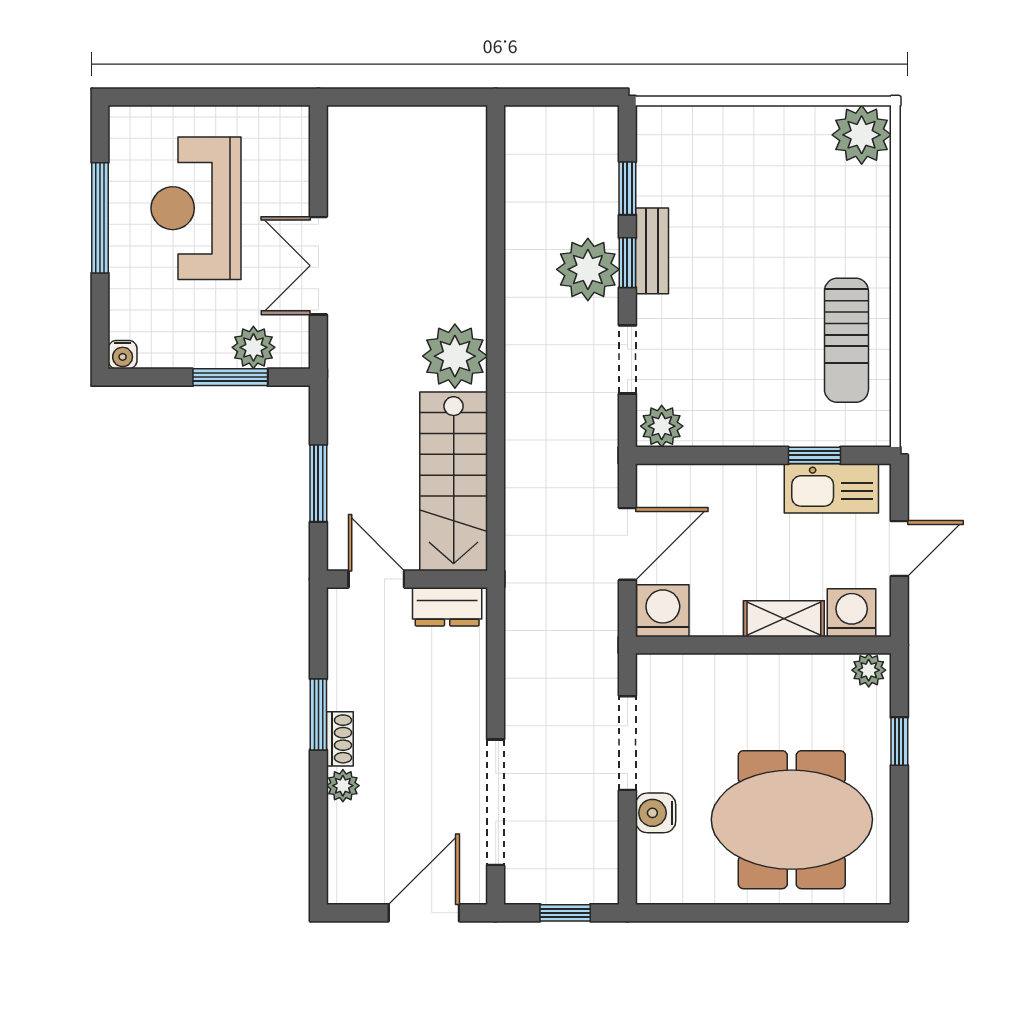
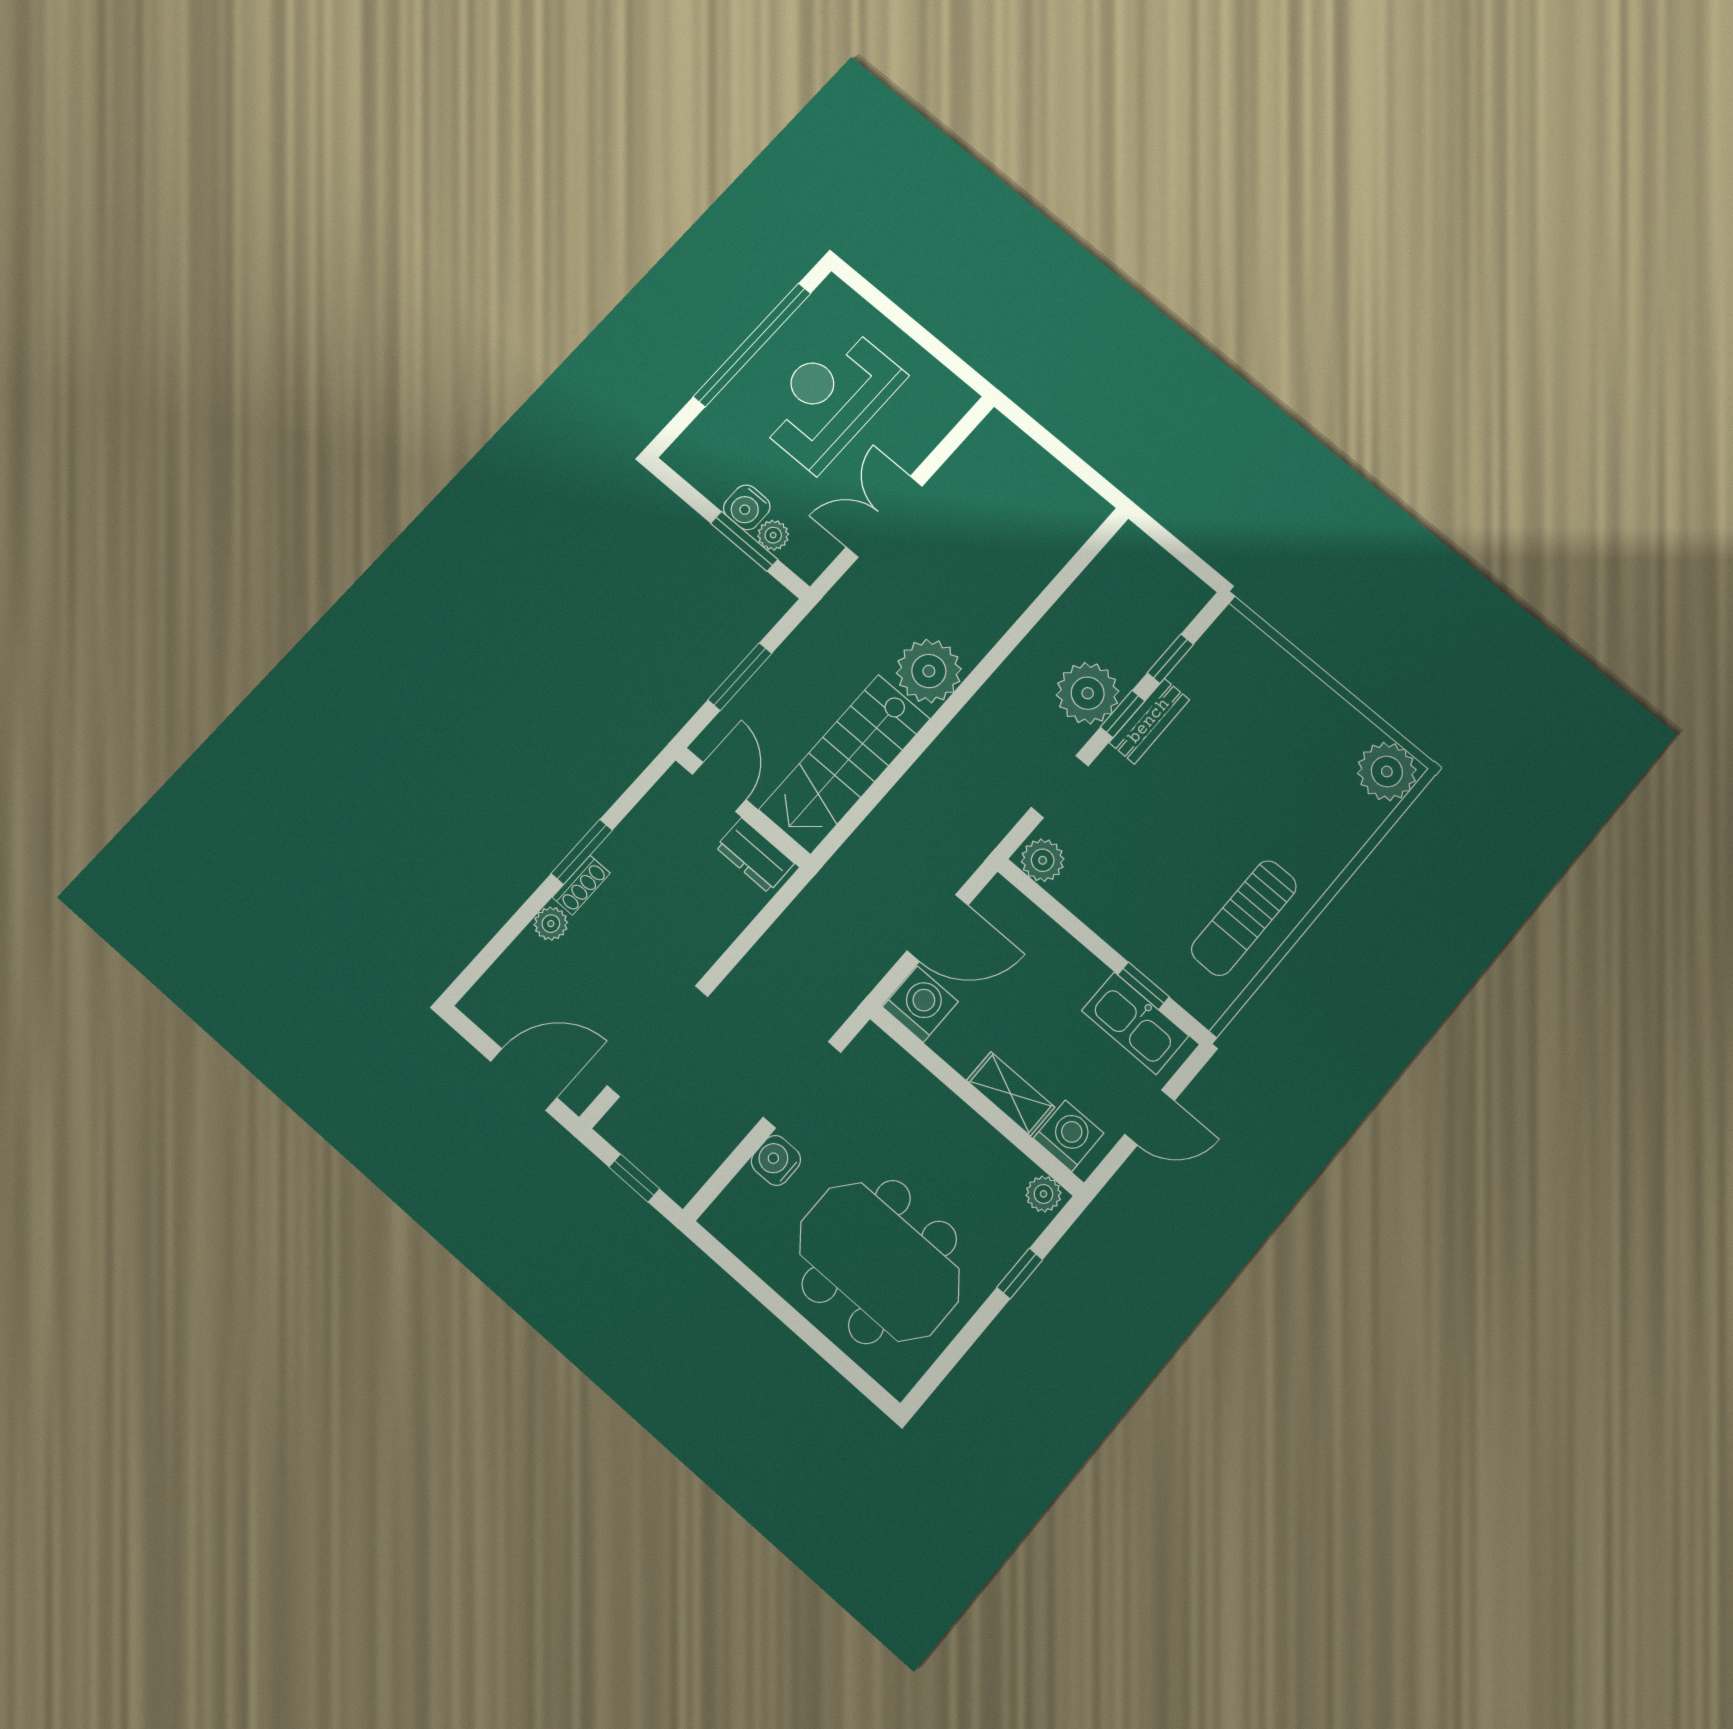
window: (100, 218) -> (752, 345), width x1.46
plant: (253, 347) -> (773, 535), width x0.73, depth x0.73
water cooler: (123, 355) -> (747, 507), moved, width x1.38, depth x1.38

